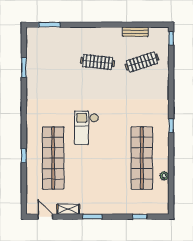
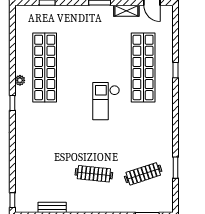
clothes rail: (142, 62) -> (143, 174), moved
checkout: (86, 128) -> (106, 101), turned 180
plant: (164, 176) -> (20, 80), moved

